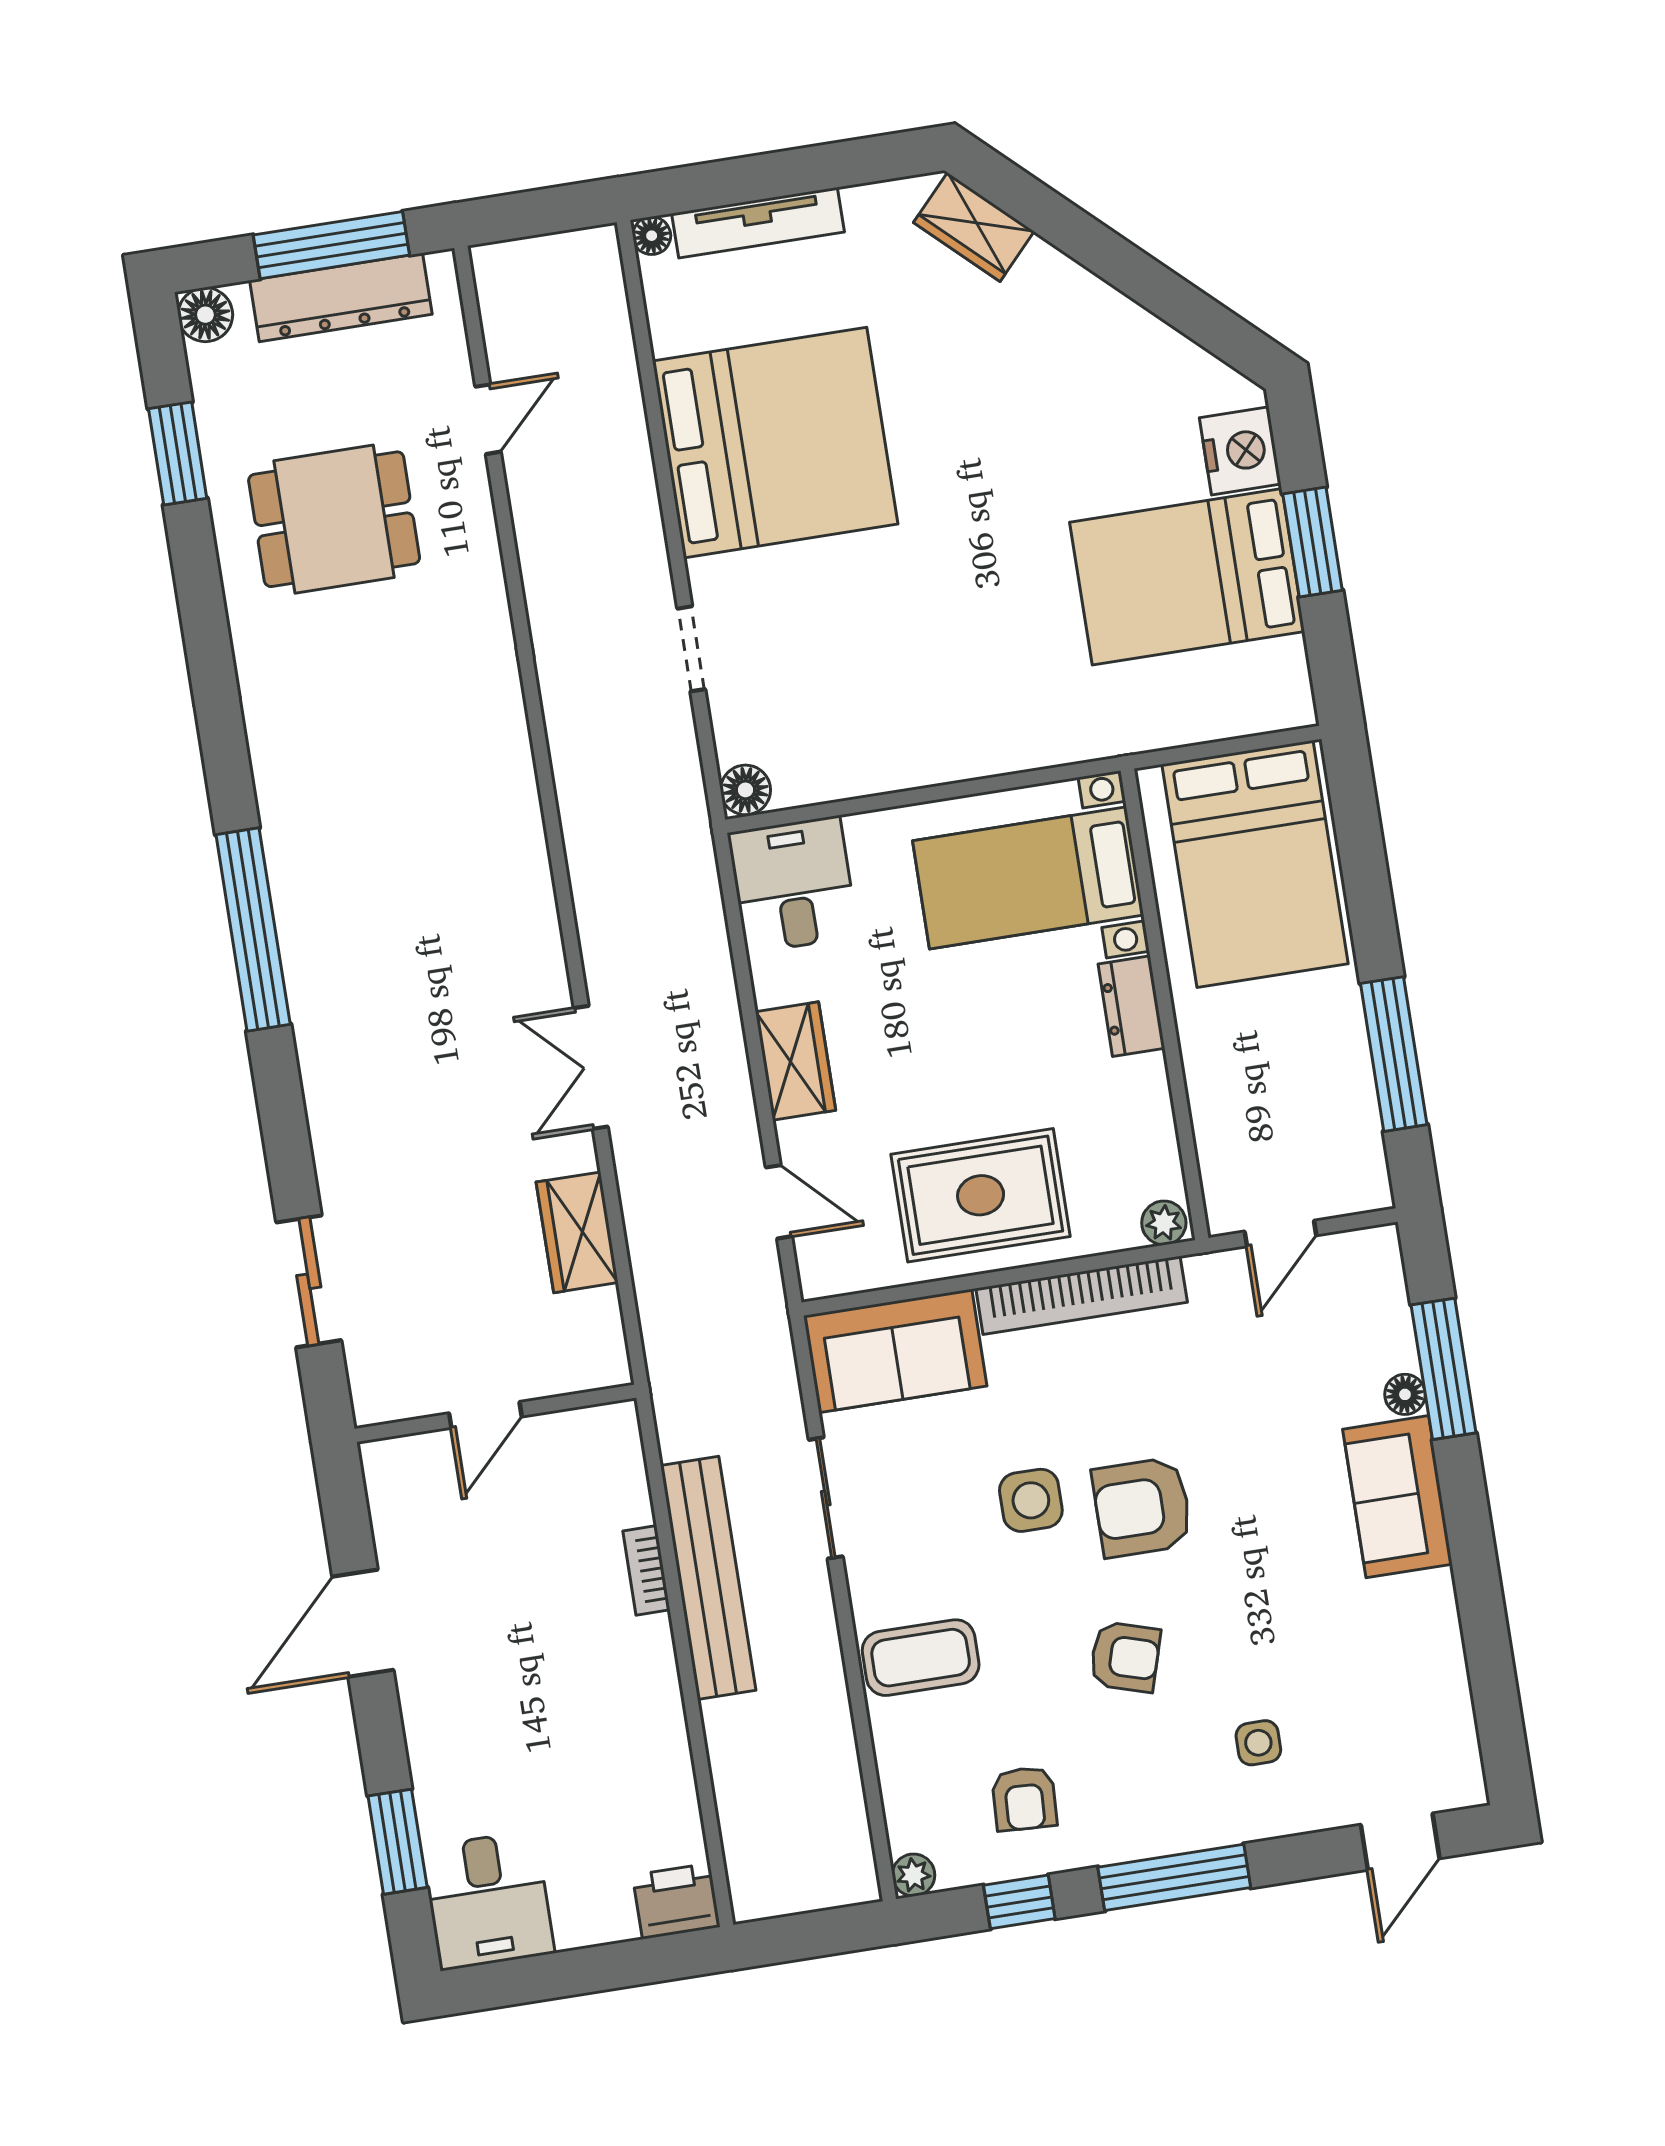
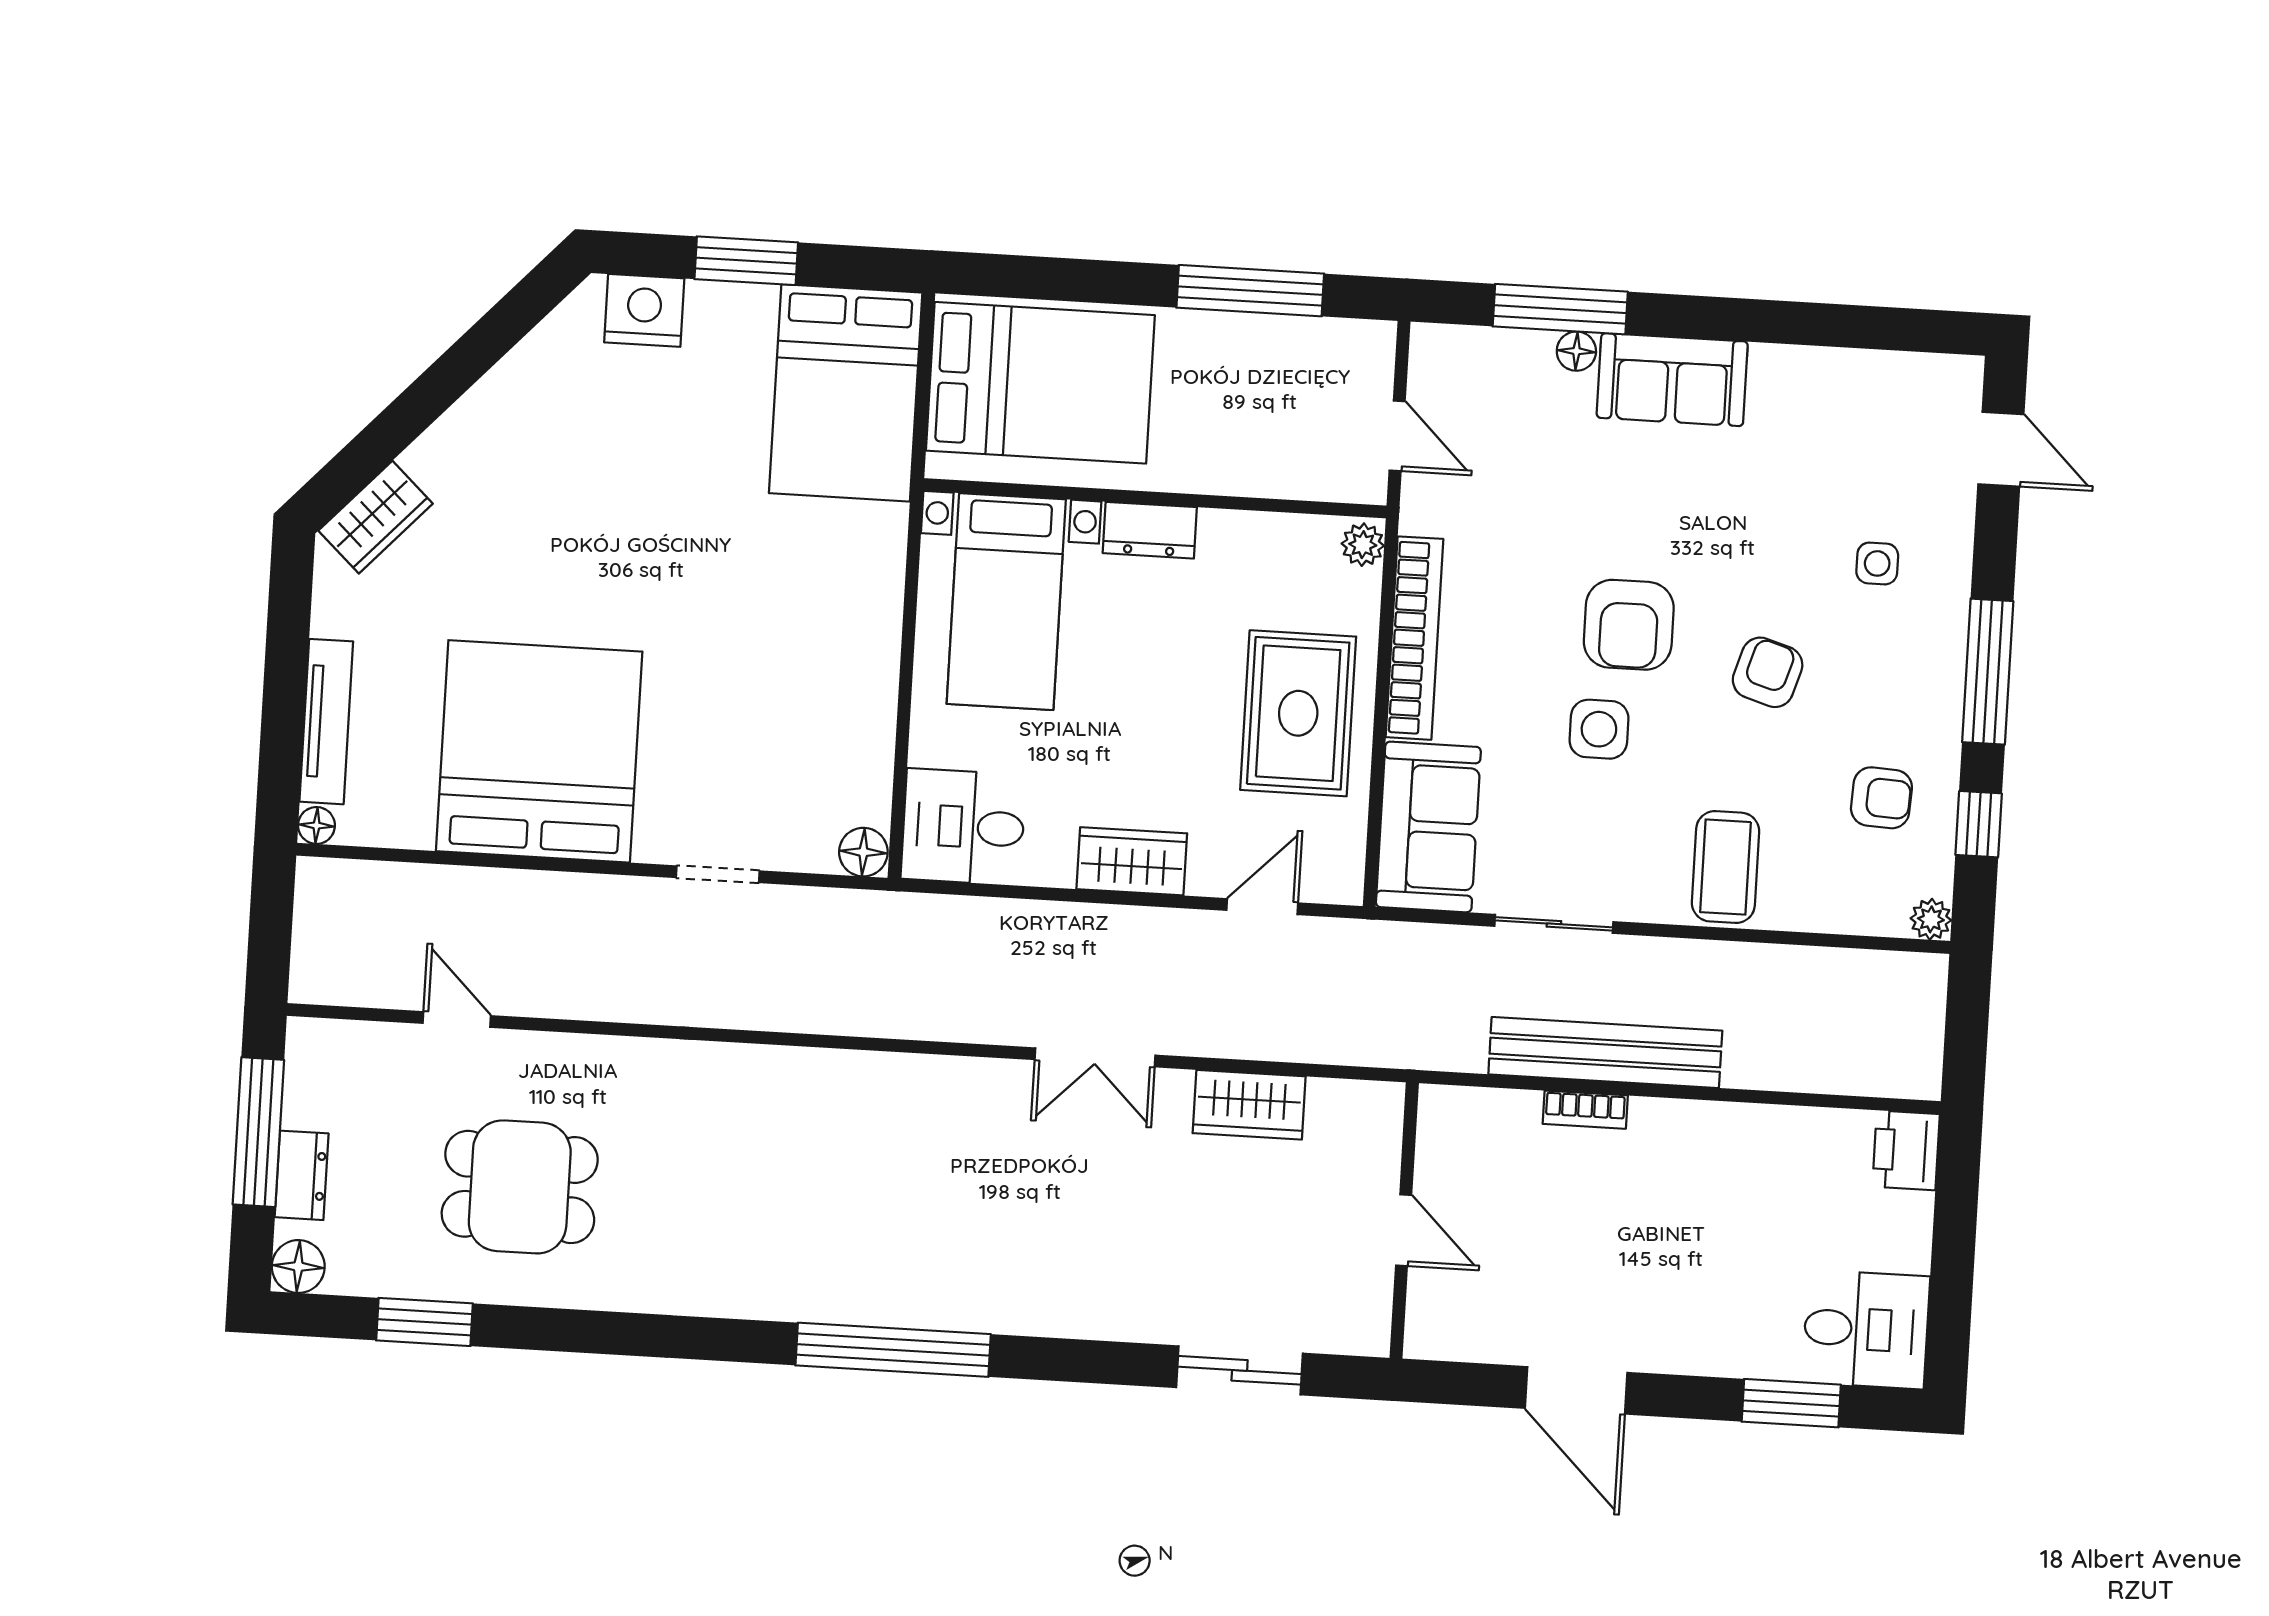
dresser: (341, 297) -> (302, 1175), width x0.51, depth x0.80
dining table: (334, 519) -> (520, 1187), turned 90
bed: (1187, 577) -> (846, 393), moved

